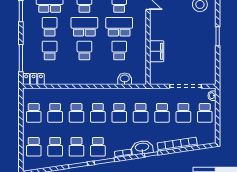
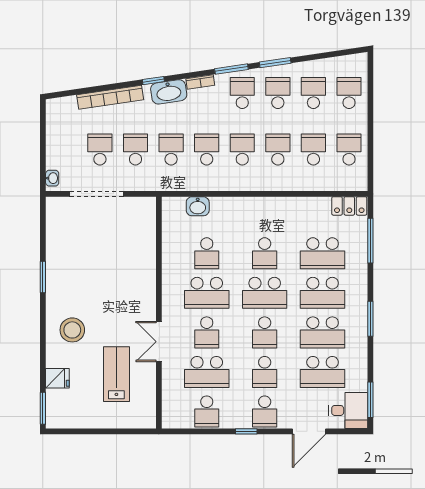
school desk: (50, 27) -> (323, 293), width x1.85
school desk: (50, 50) -> (323, 253), width x1.85
filing cabinet: (157, 51) -> (144, 252), removed
school desk: (205, 113) -> (64, 149), removed

